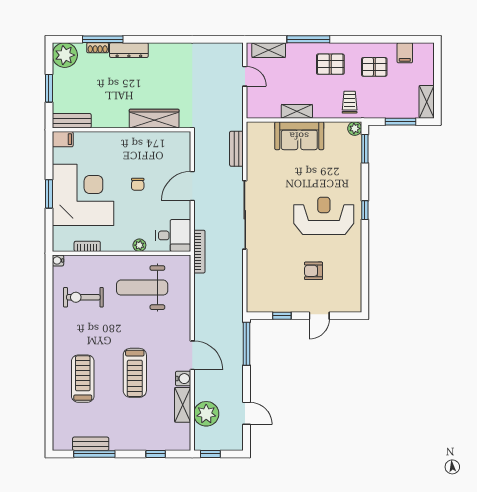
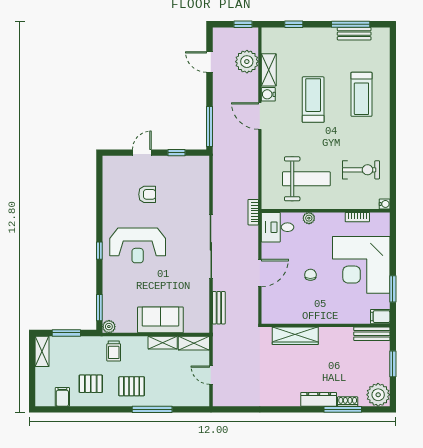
shelving: (269, 50) -> (194, 343), moved
window: (49, 194) -> (393, 289), moved
bookcase: (199, 252) -> (253, 212), width x0.64

